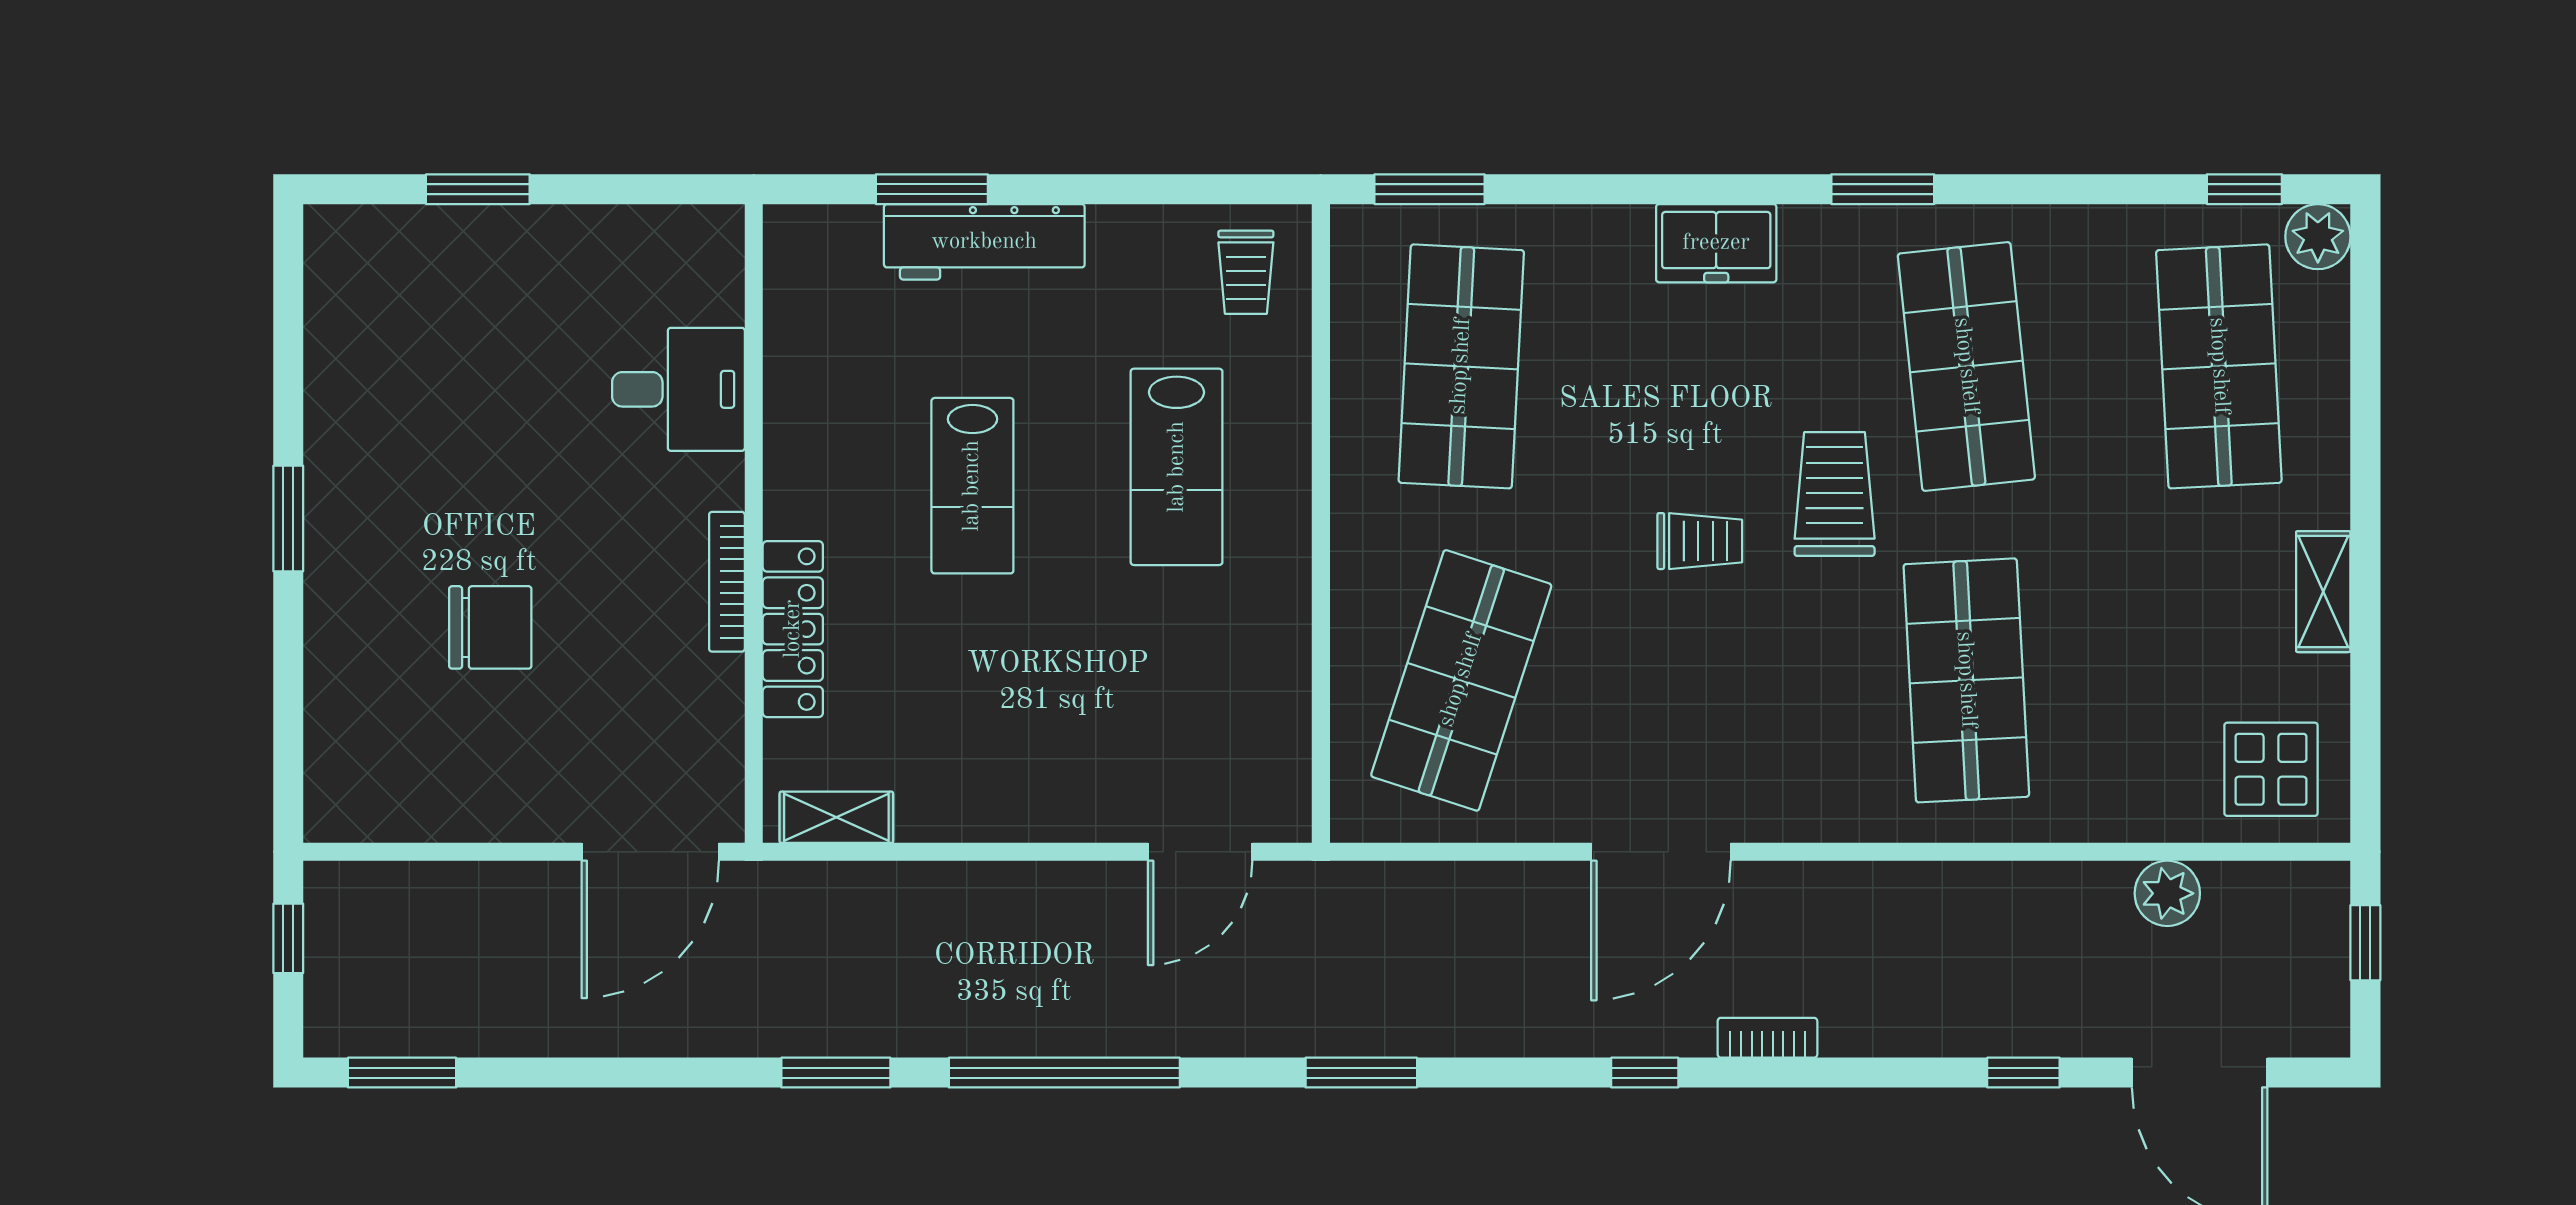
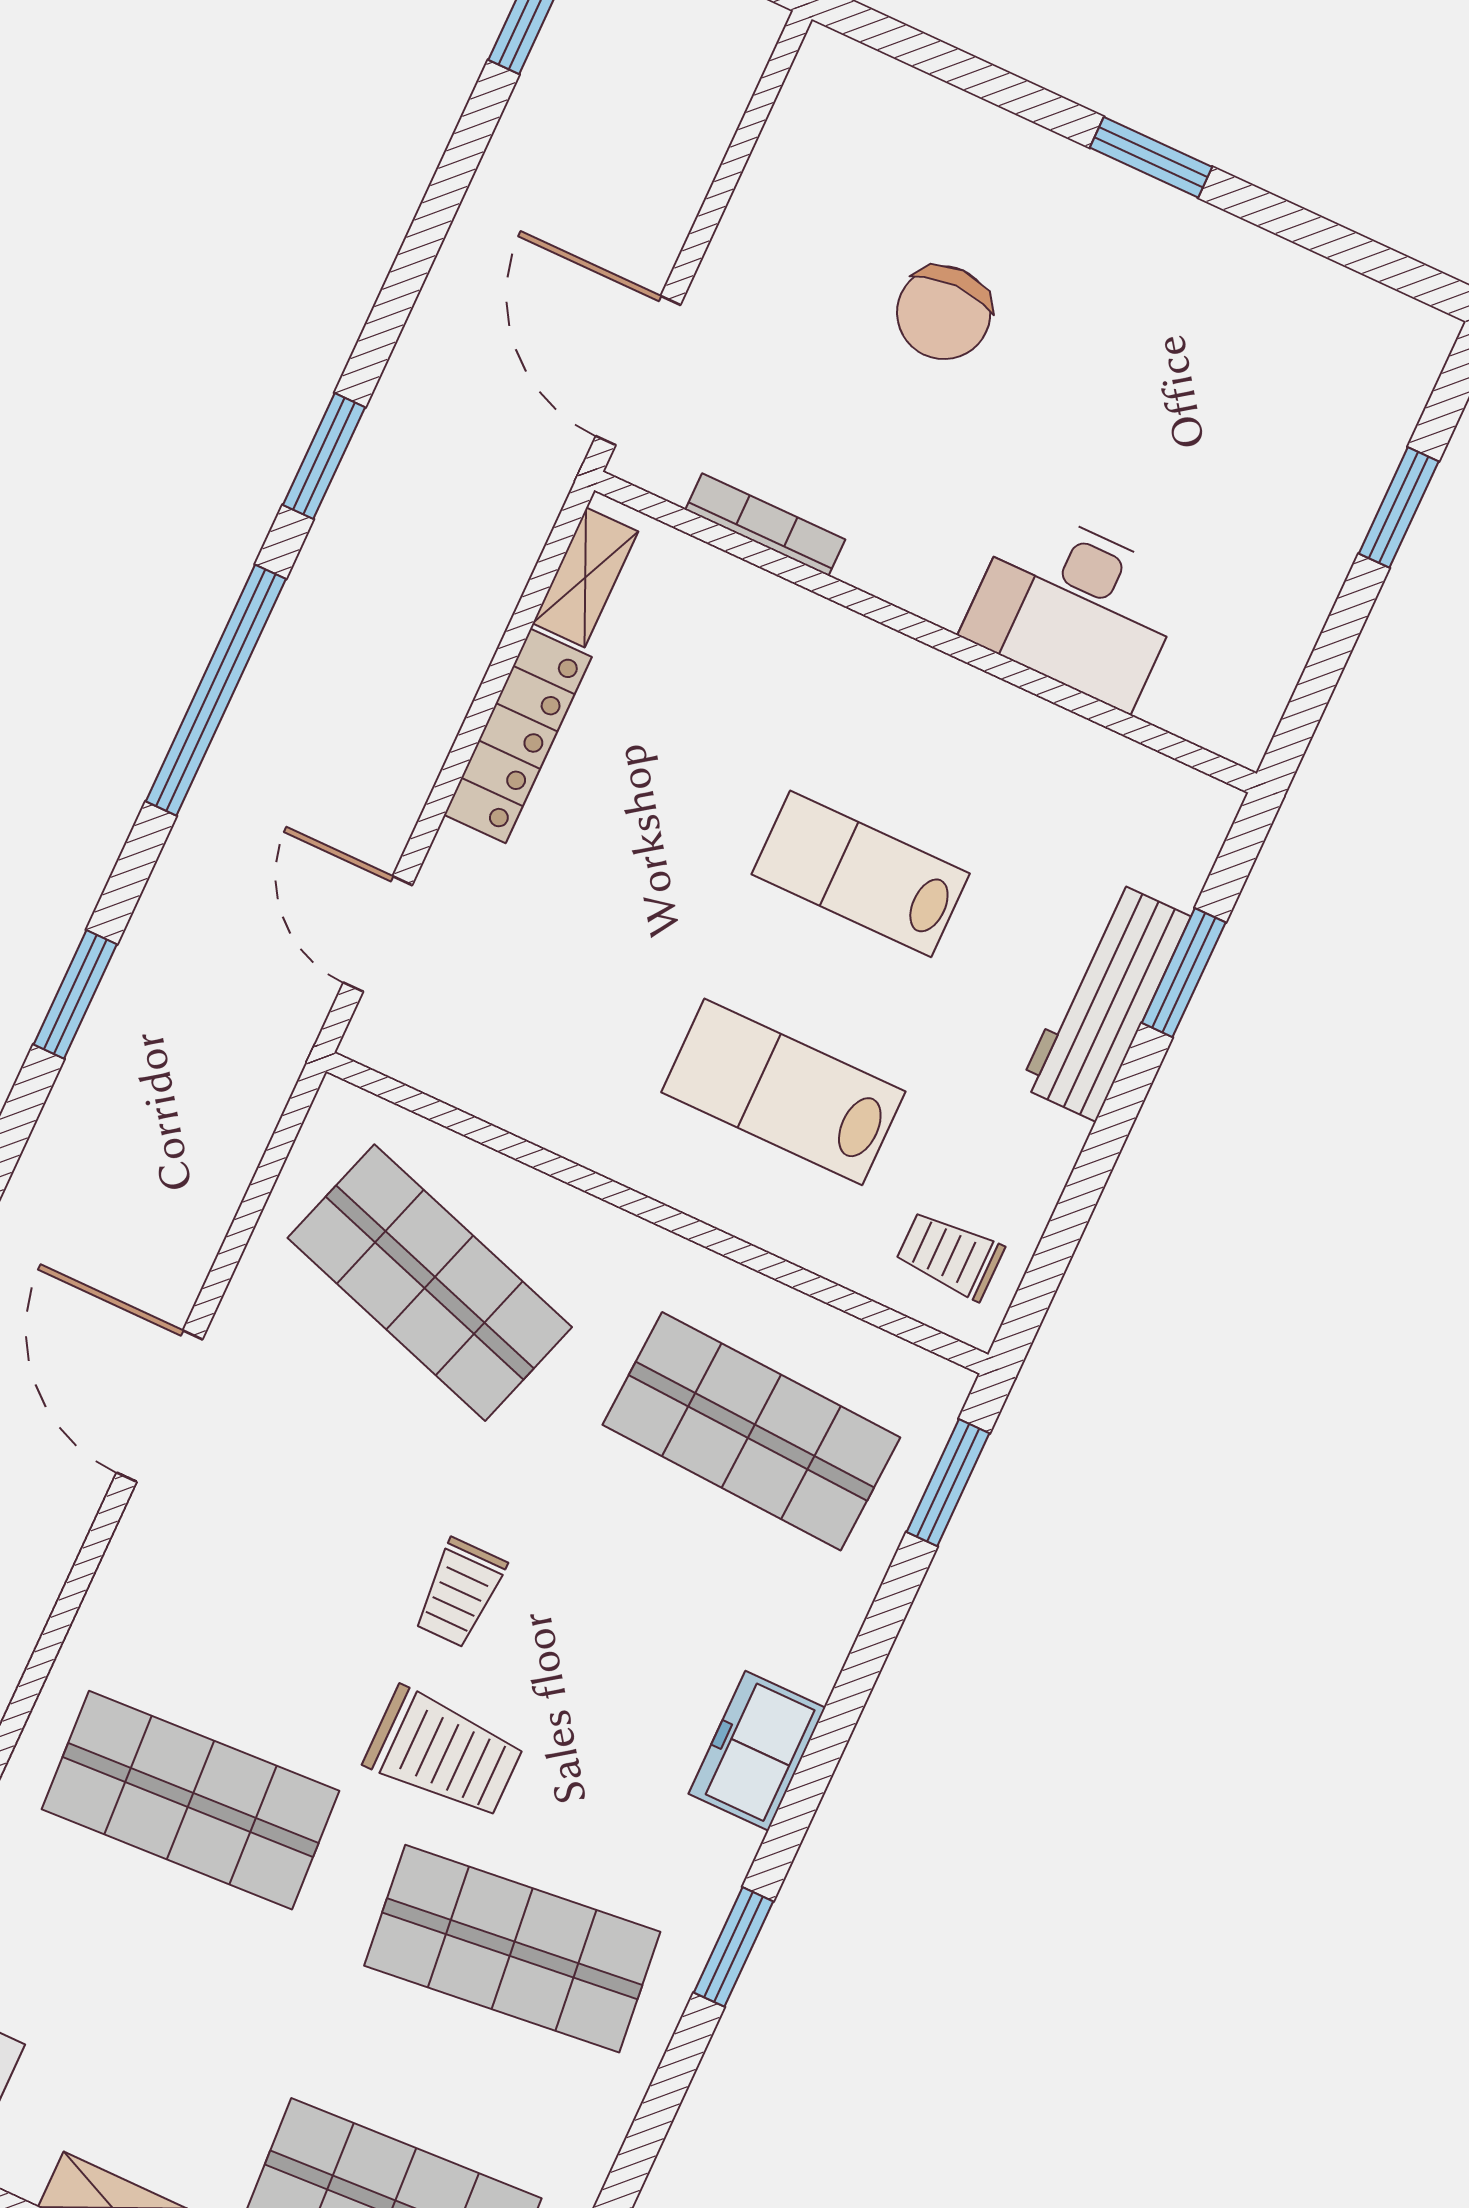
desk: (678, 389) -> (1075, 607), width x1.37
bookcase: (727, 582) -> (765, 525), moved
locker: (793, 629) -> (518, 736), moved, turned -90

